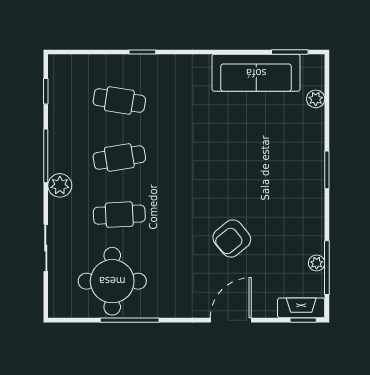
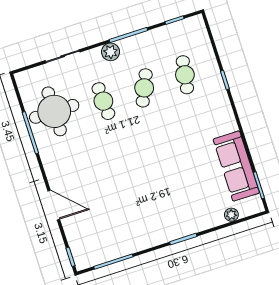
cafe table: (119, 158) -> (144, 88), turned 33
armchair: (232, 238) -> (112, 187), removed
plant: (317, 263) -> (114, 253), removed
fireplace: (301, 308) -> (79, 253), removed

